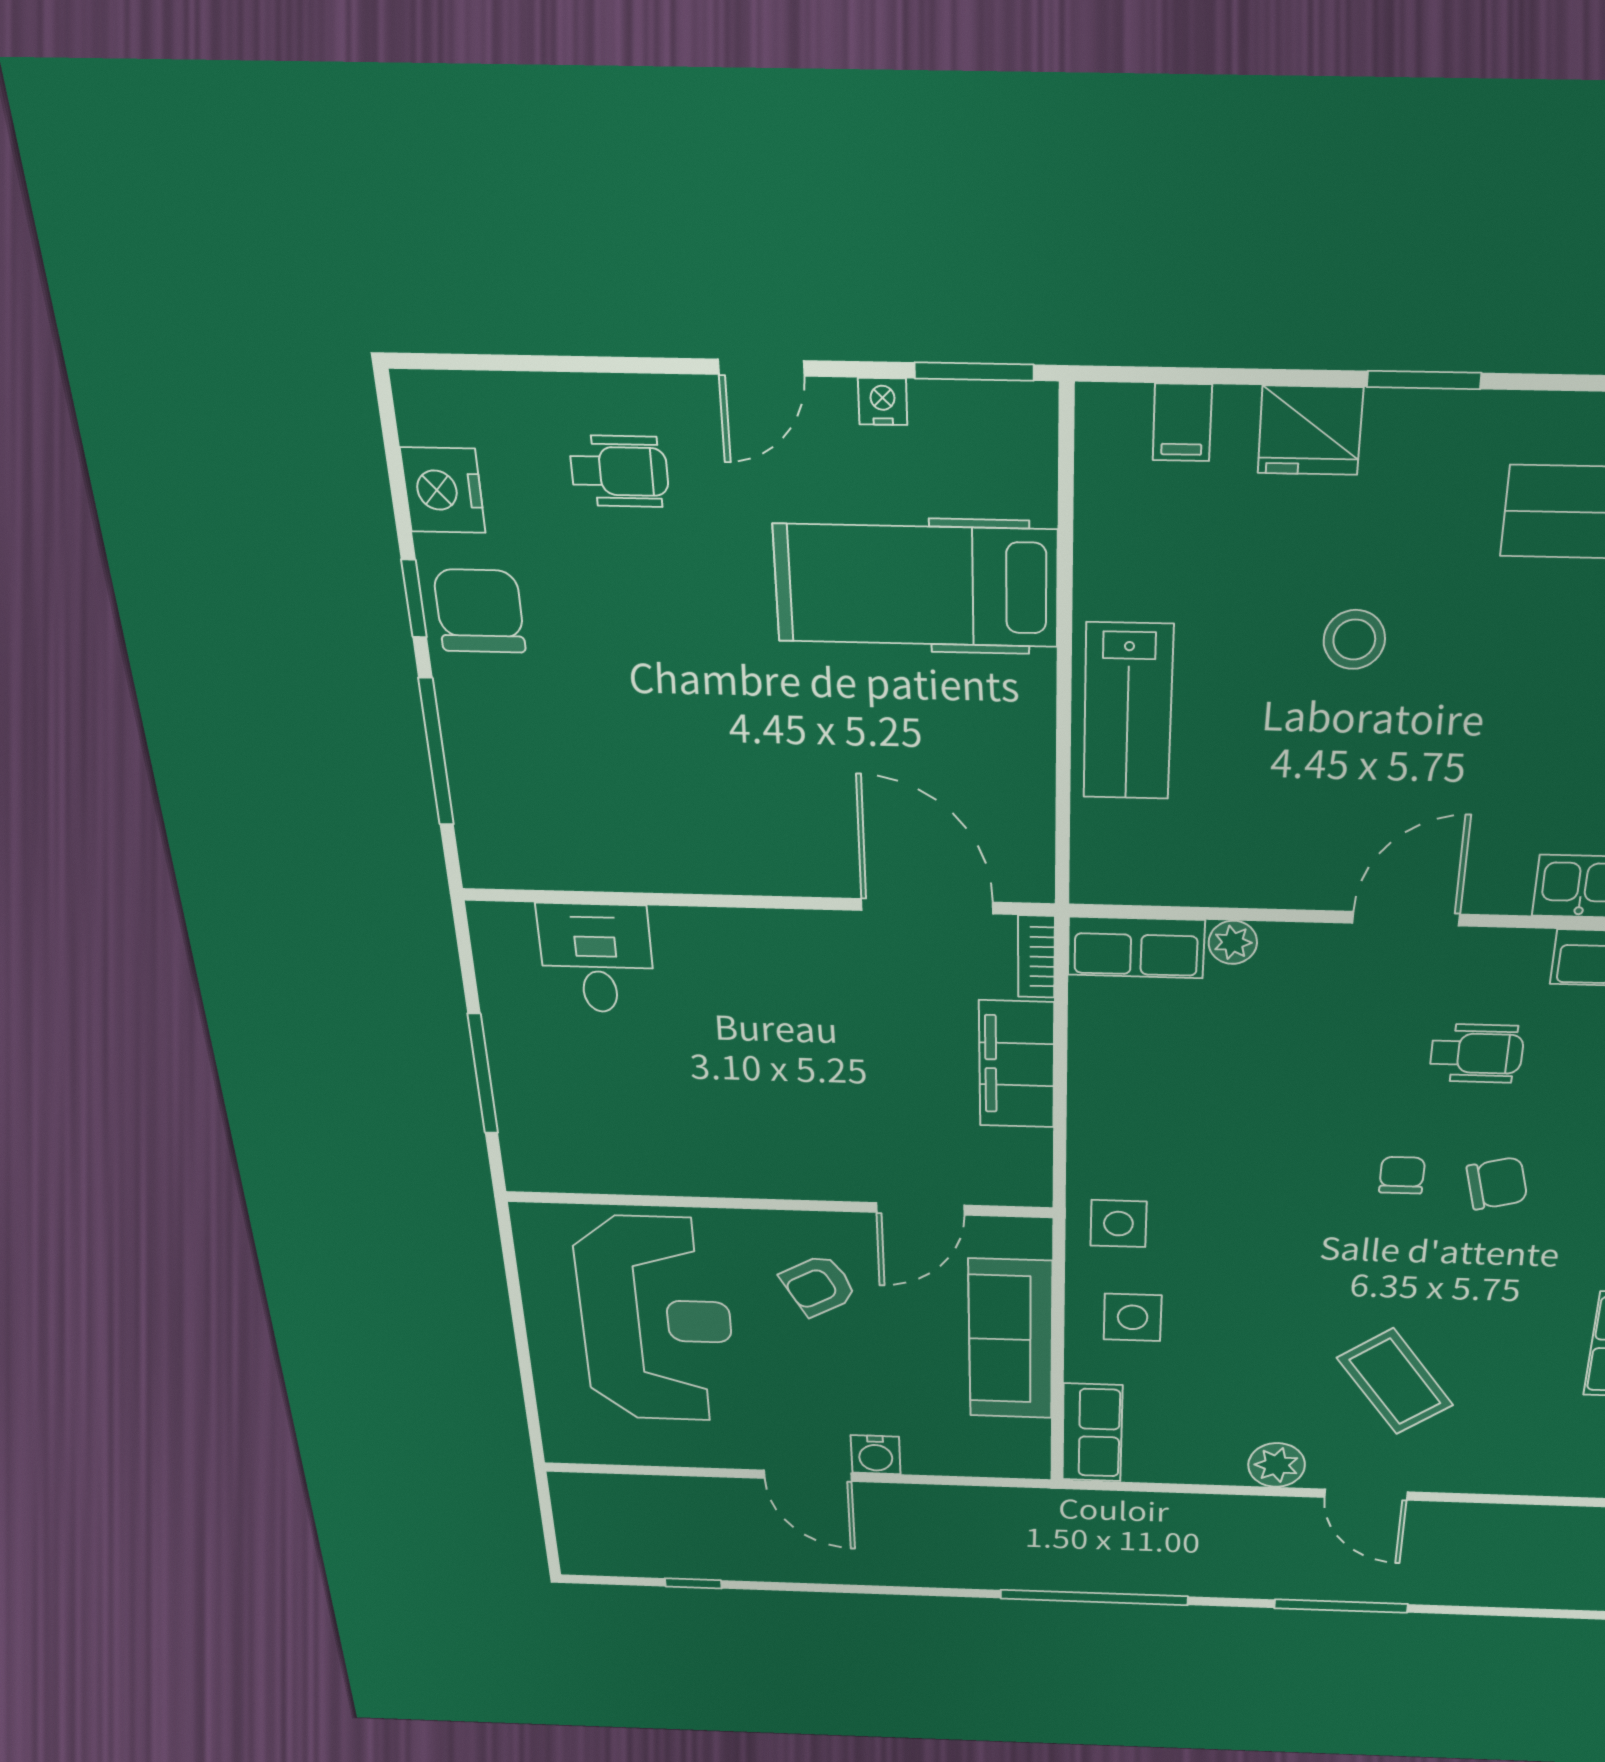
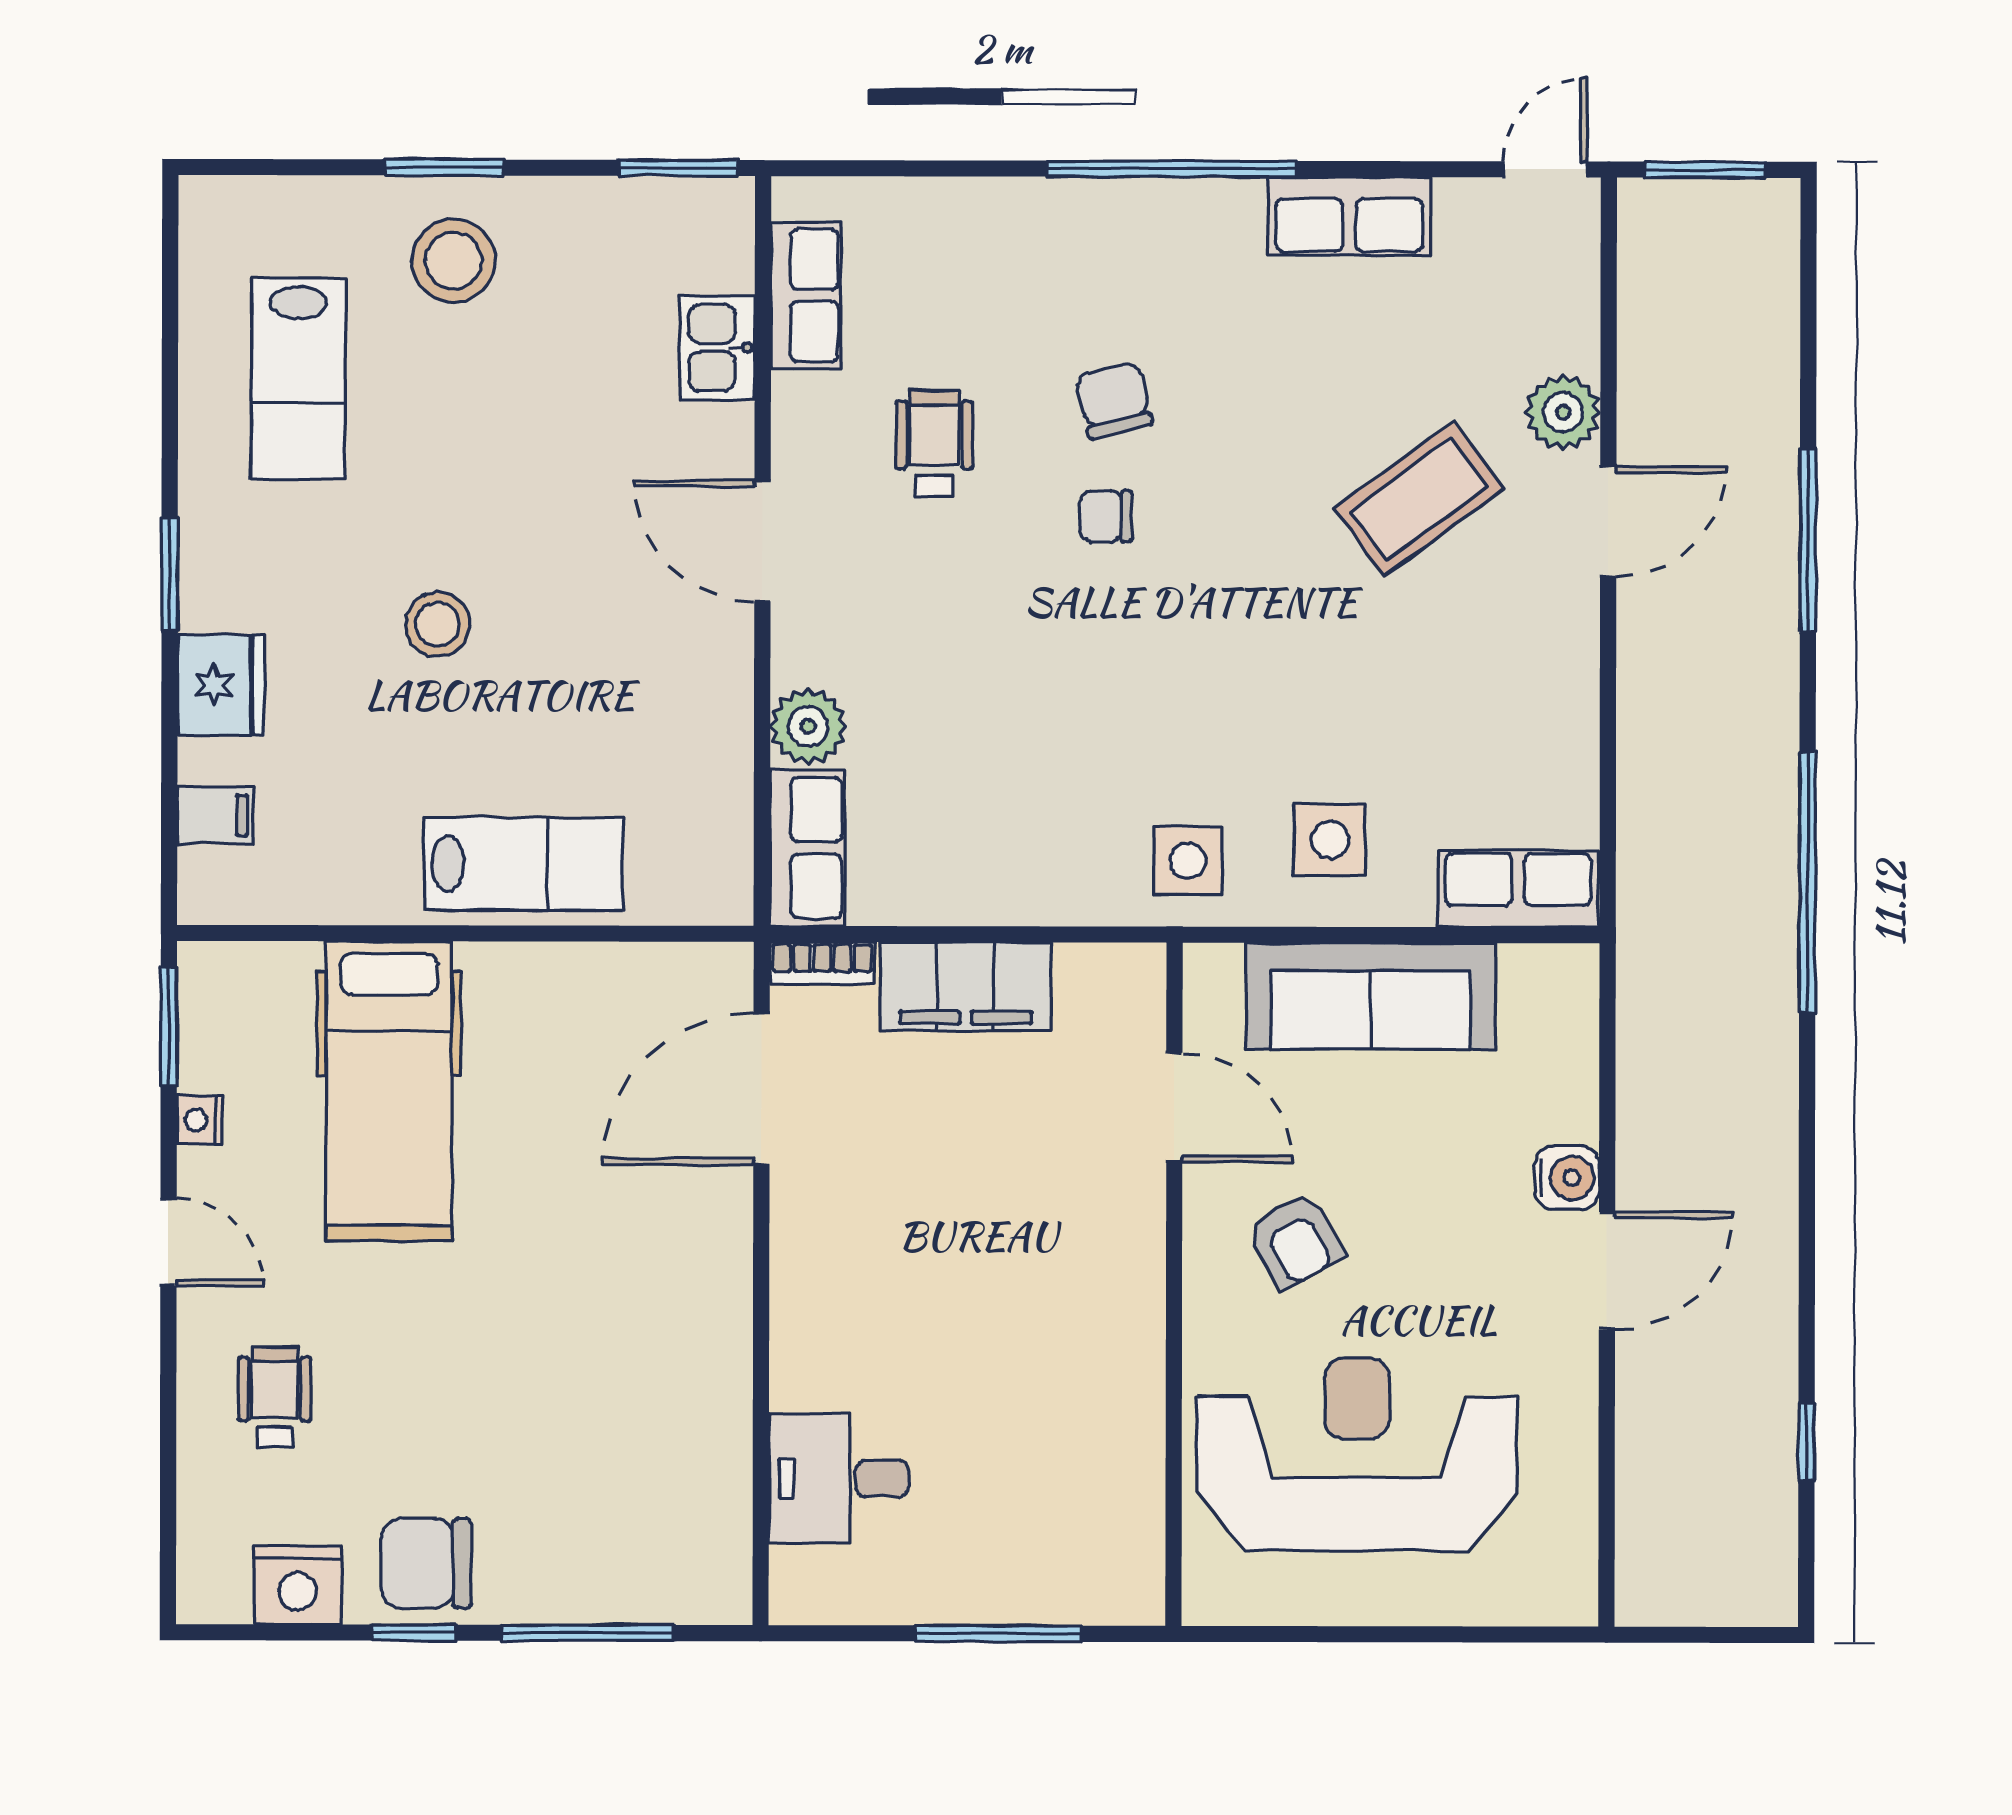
plant: (1233, 942) -> (808, 726), width x1.38, depth x1.38
plant: (1277, 1465) -> (1563, 412), moved

